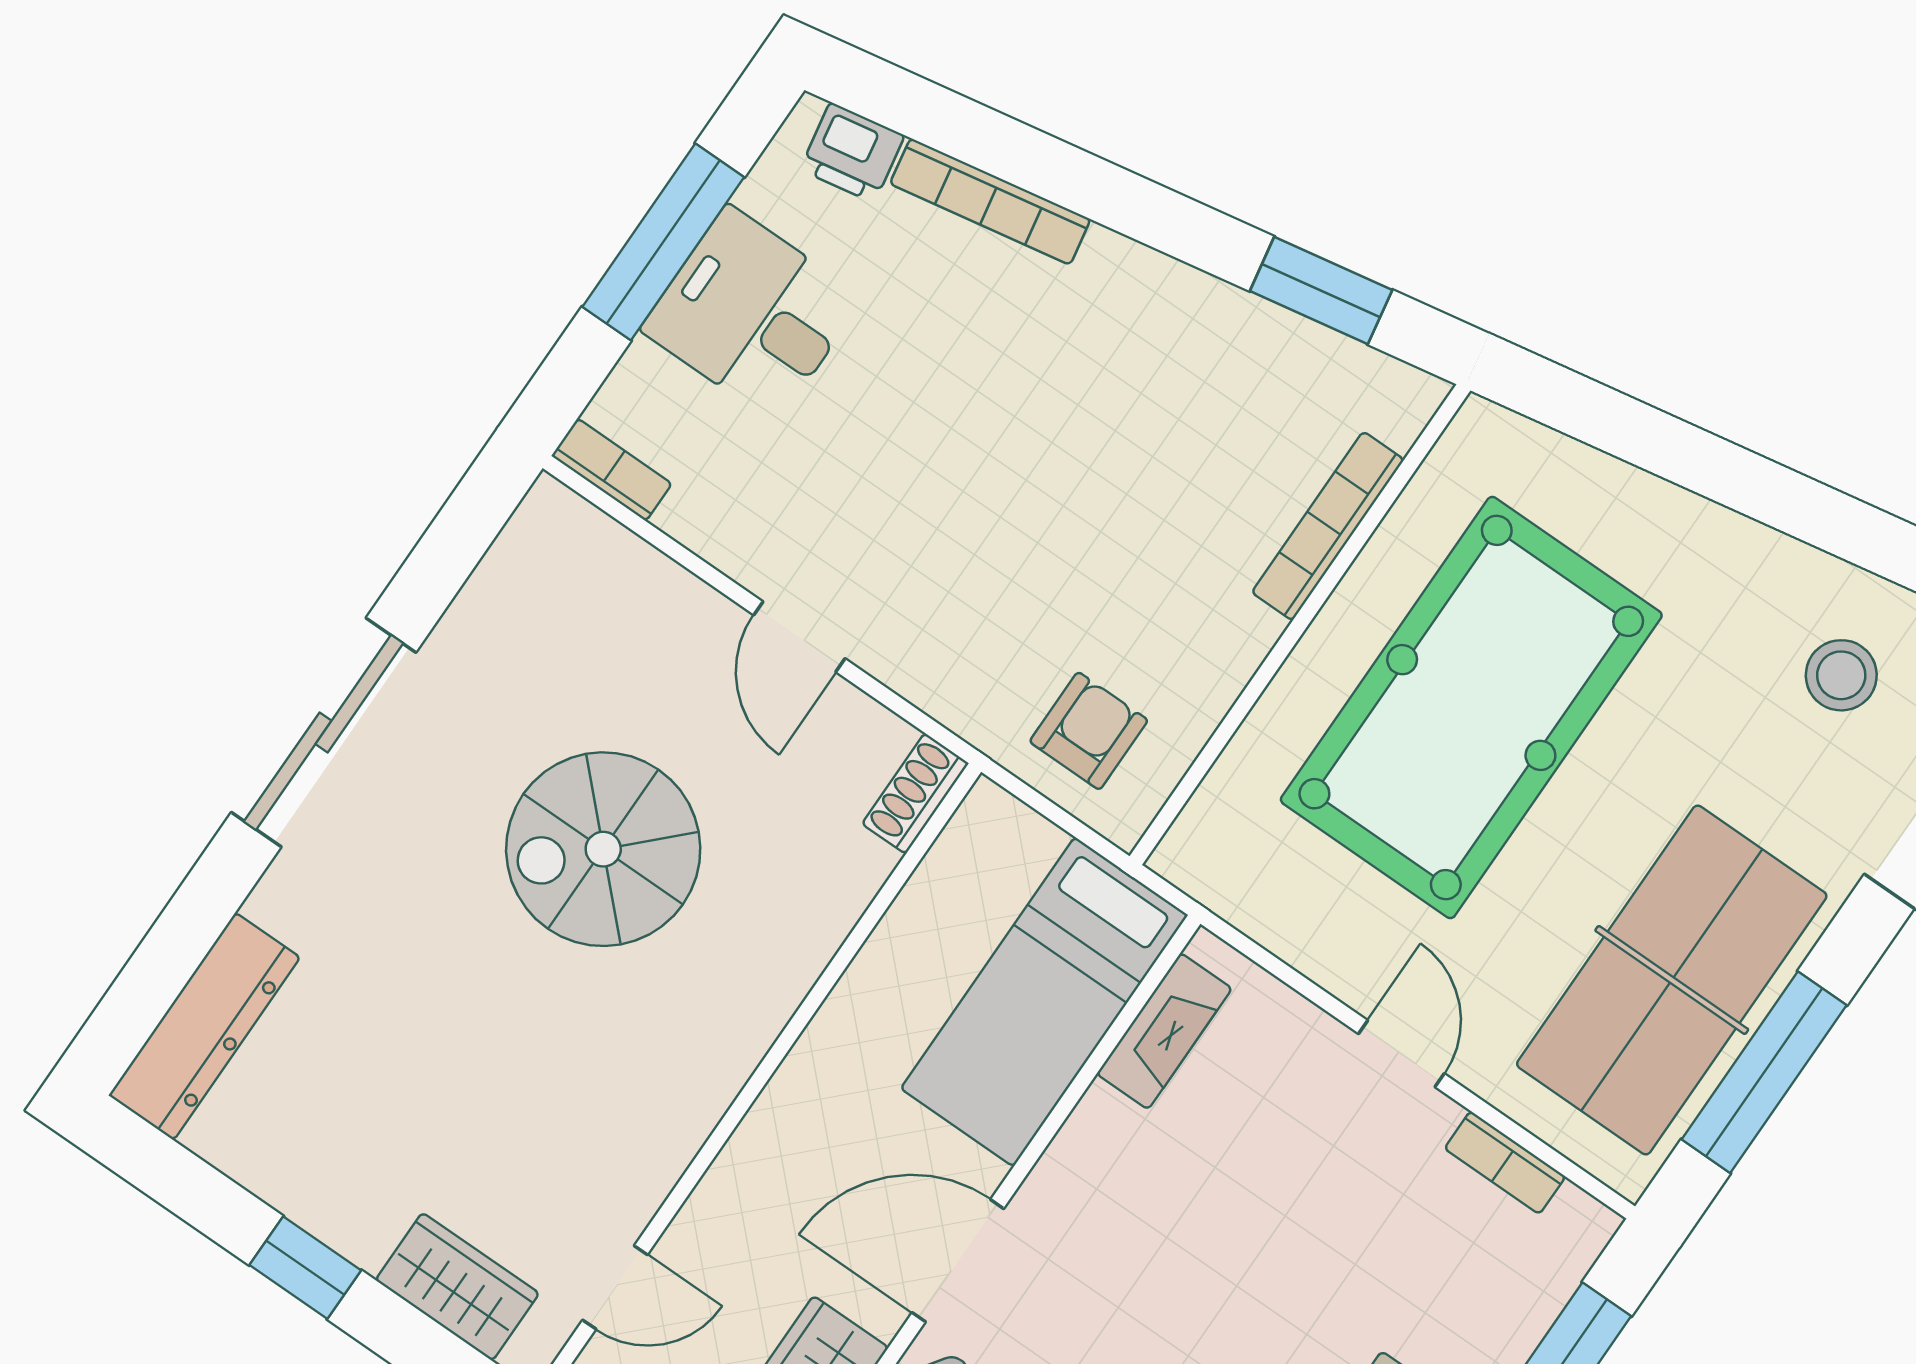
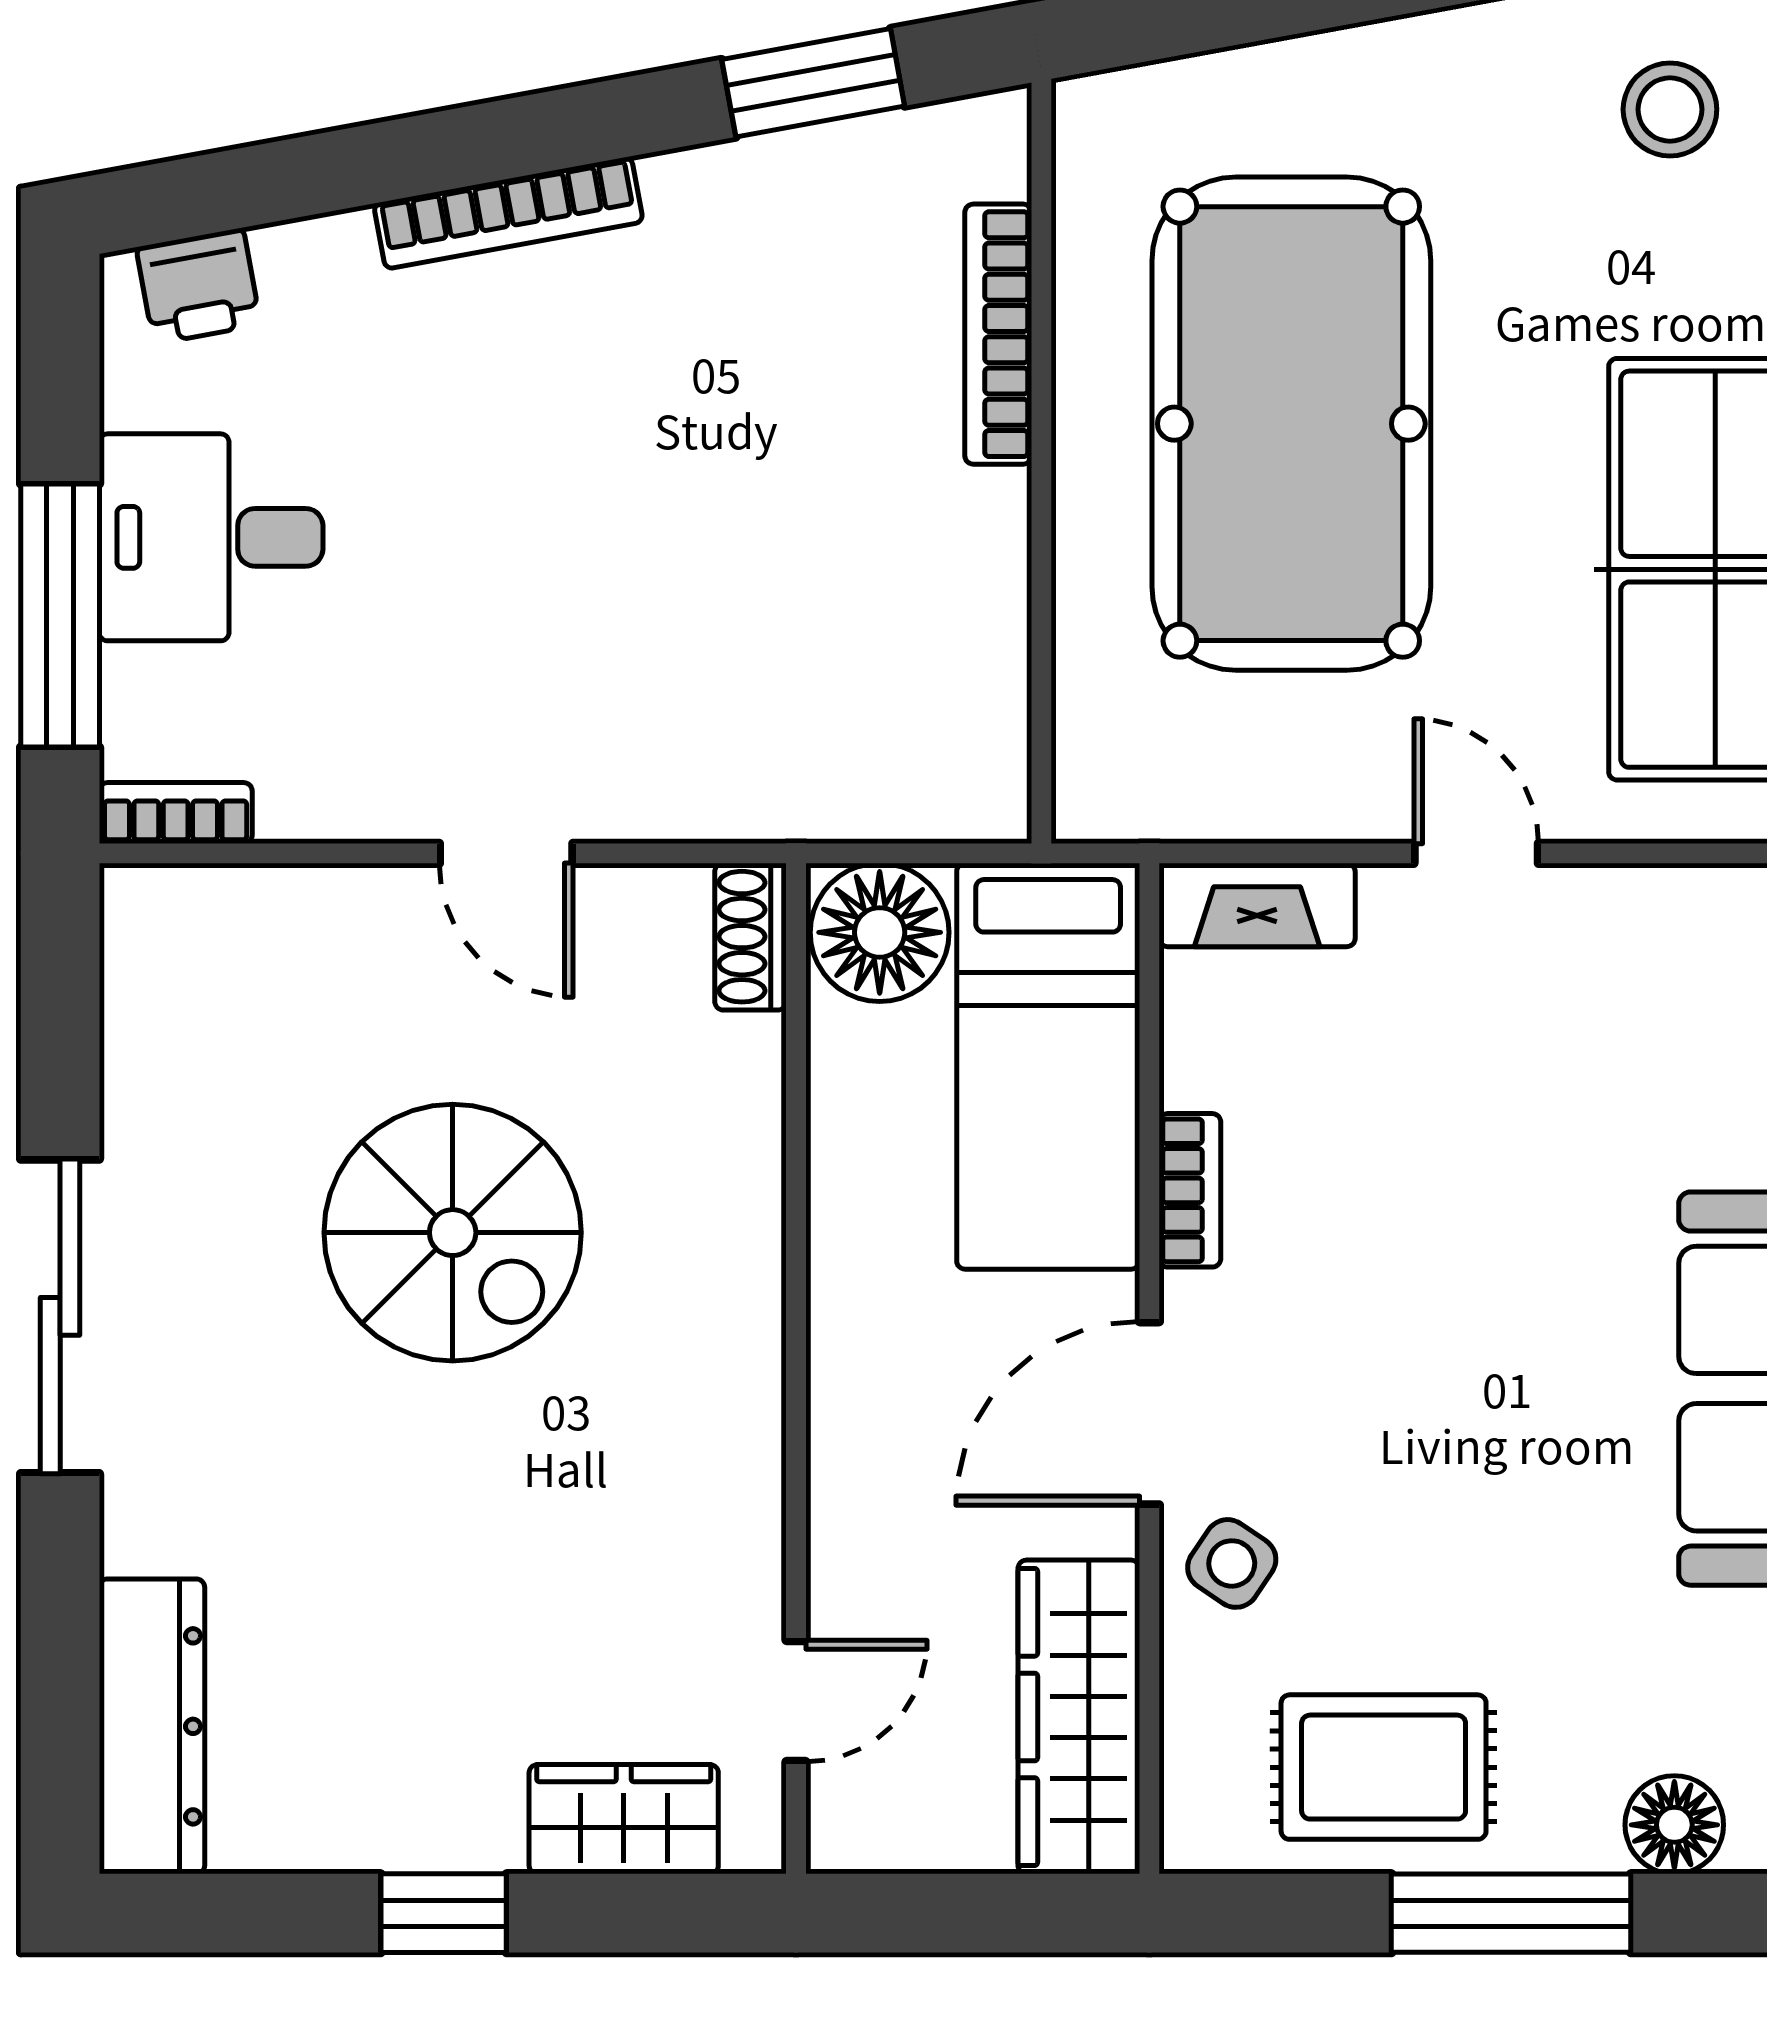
bookcase: (990, 202) -> (508, 213), moved
window: (663, 242) -> (60, 616), moved
armchair: (1089, 731) -> (892, 738), removed
floor lamp: (997, 846) -> (880, 932), added
spiral stairs: (603, 849) -> (453, 1233), turned -90
fireplace: (1164, 1031) -> (1257, 905), moved, turned 90
bookcase: (1505, 1163) -> (1190, 1190), moved, turned -90

